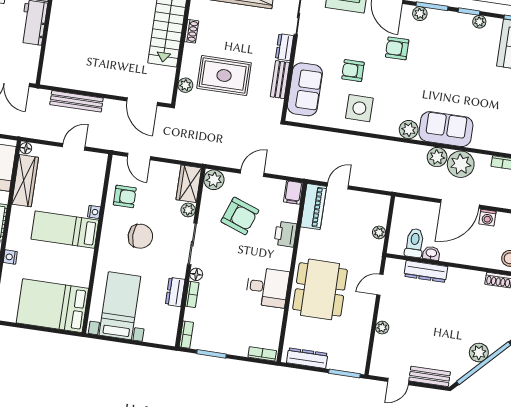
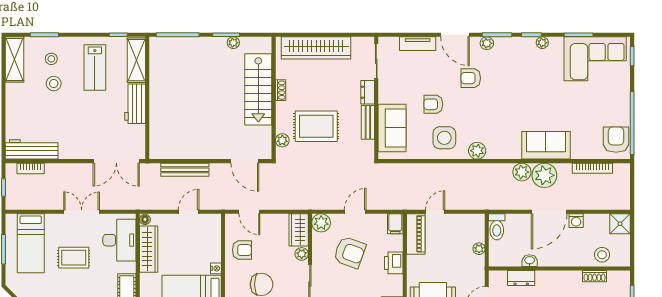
sofa: (446, 129) -> (546, 145), moved
plant: (409, 130) -> (477, 151), moved
toilet: (415, 243) -> (497, 227), moved, turned 180
dresser: (426, 271) -> (521, 278), width x0.70

